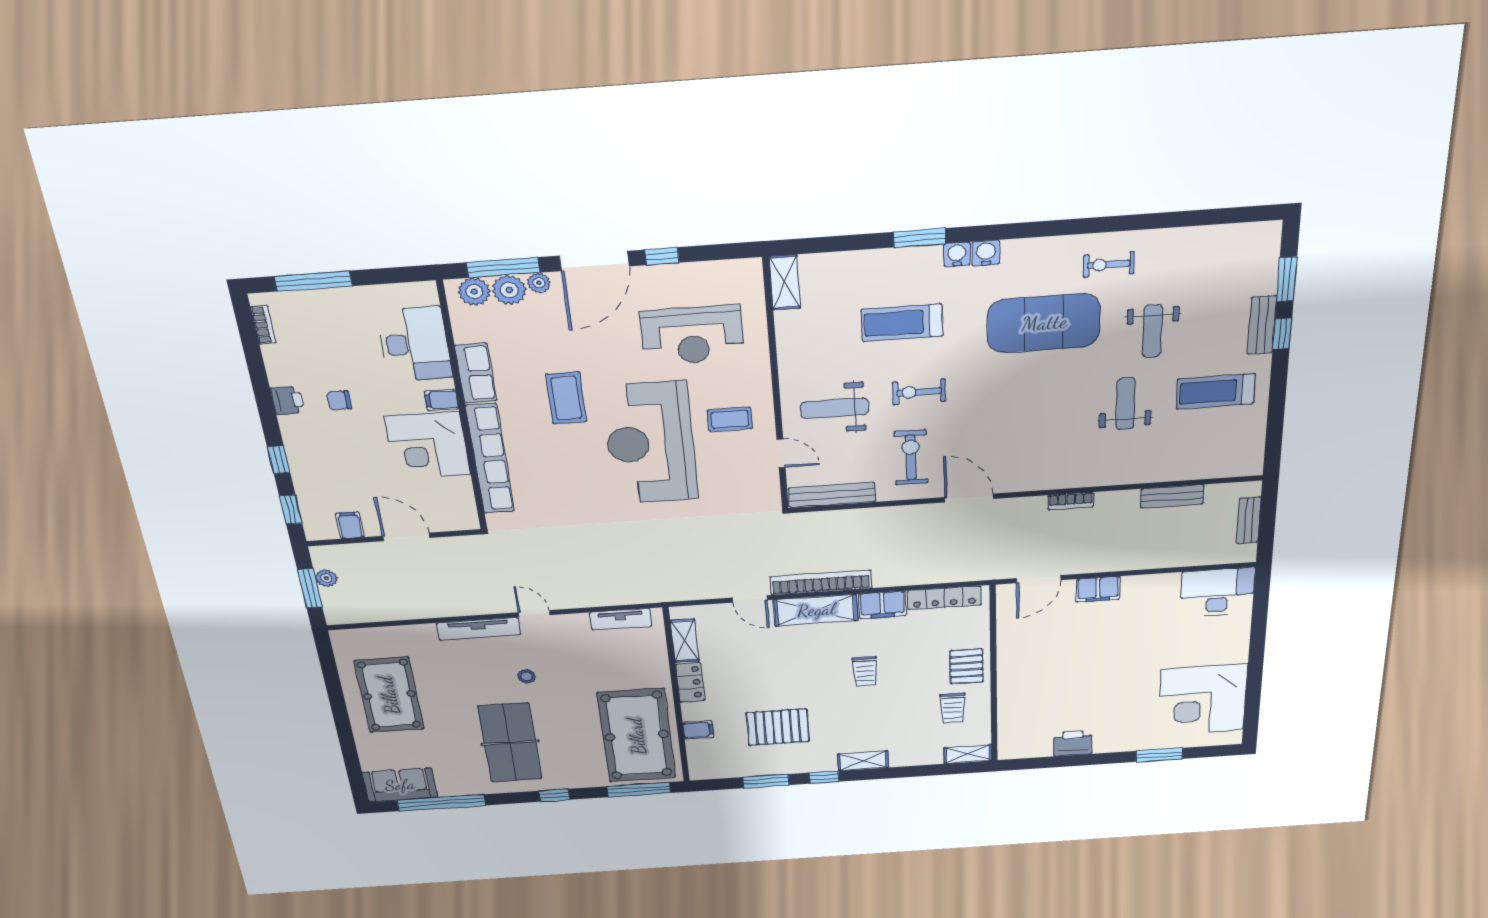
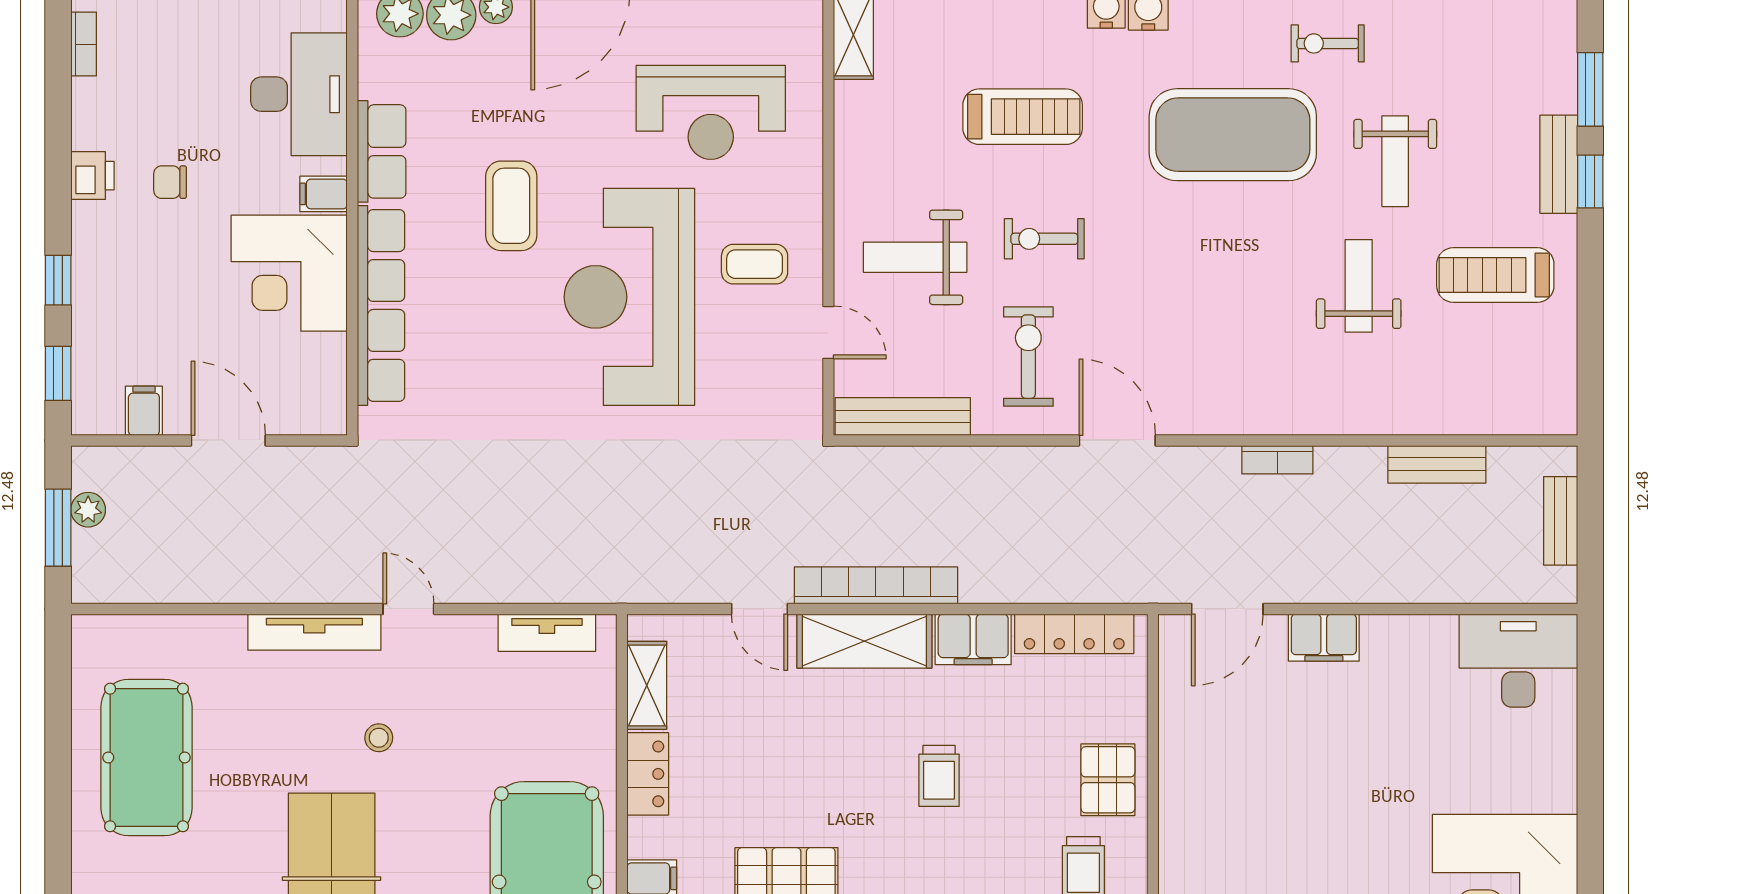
treadmill: (902, 323) -> (1023, 117), turned 180

